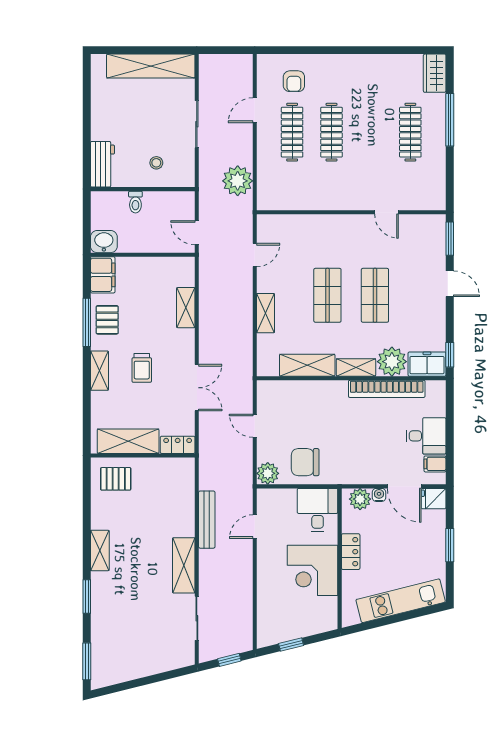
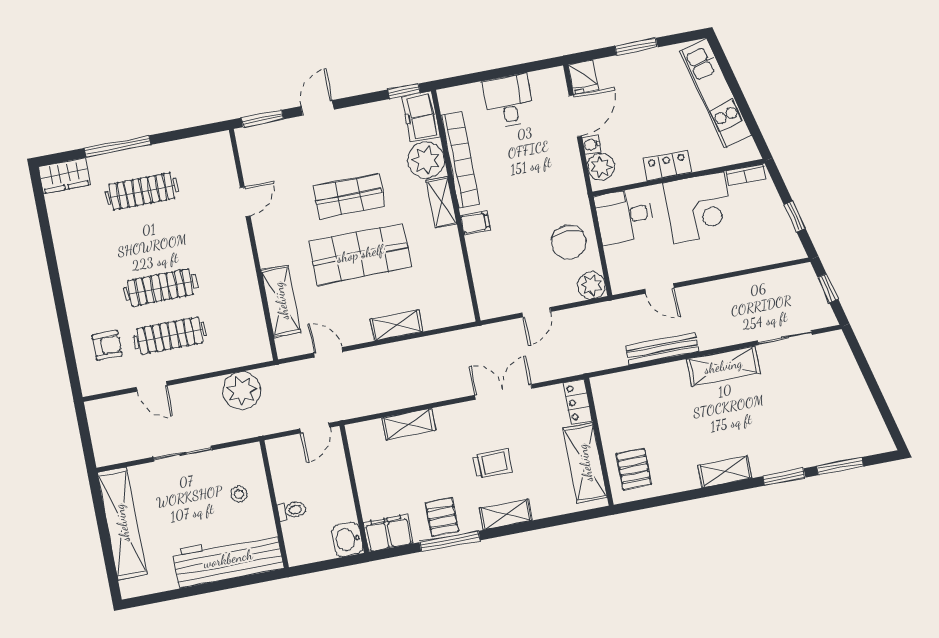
workbench: (102, 164) -> (228, 559), width x1.88, depth x1.32
shop shelf: (327, 295) -> (360, 254), width x1.43, depth x1.36
pallet: (107, 320) -> (442, 517), turned 90
shelving: (307, 365) -> (281, 301), moved
filing cabinet: (435, 464) -> (475, 223), moved, turned -90
bookcase: (332, 612) -> (746, 175), added
window: (87, 661) -> (840, 466), moved

